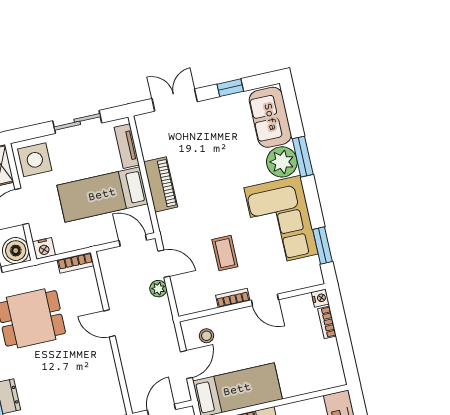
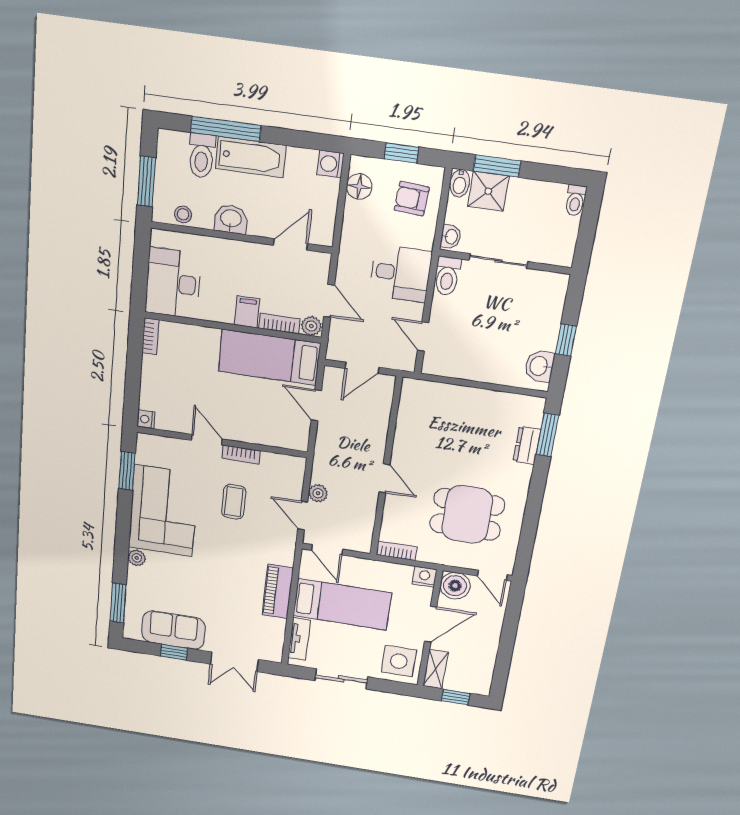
sofa: (270, 117) -> (173, 630), moved, turned -90
window: (303, 157) -> (118, 603), moved
plant: (282, 162) -> (137, 558), width x0.53, depth x0.53
bookcase: (327, 322) -> (150, 336), moved
stool: (206, 336) -> (283, 427), removed
door: (186, 365) -> (316, 405), hinge flipped

